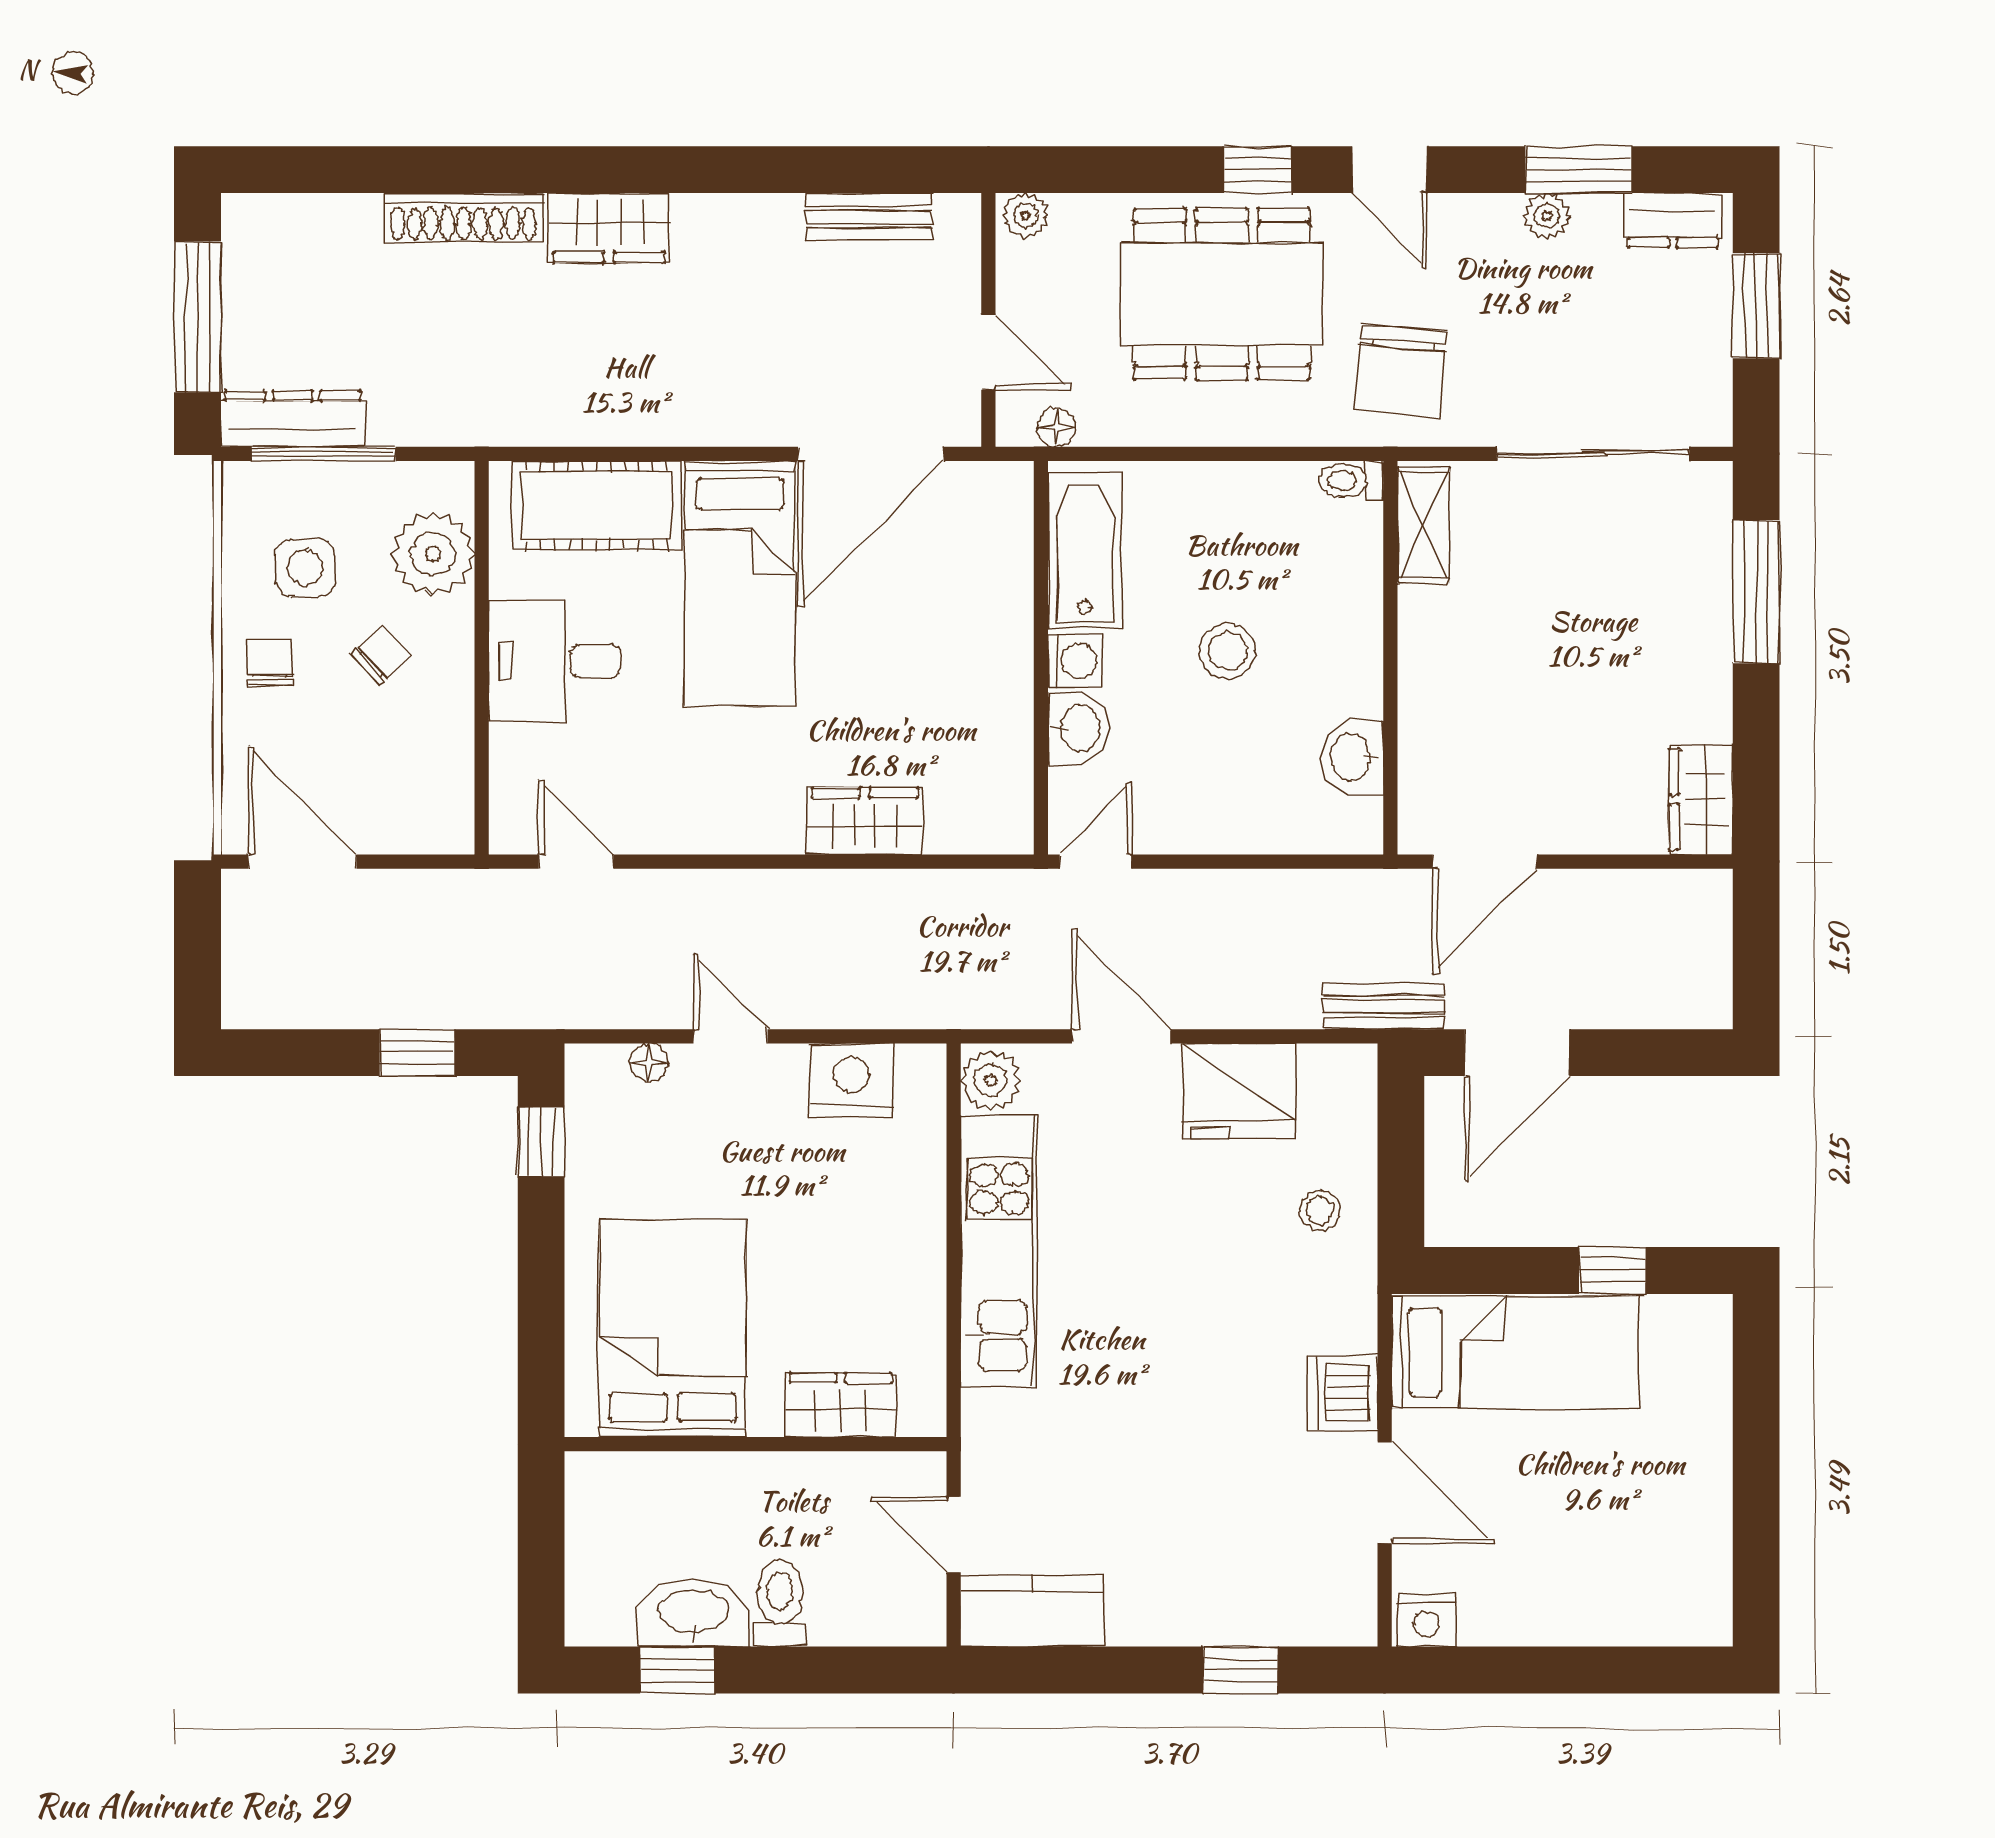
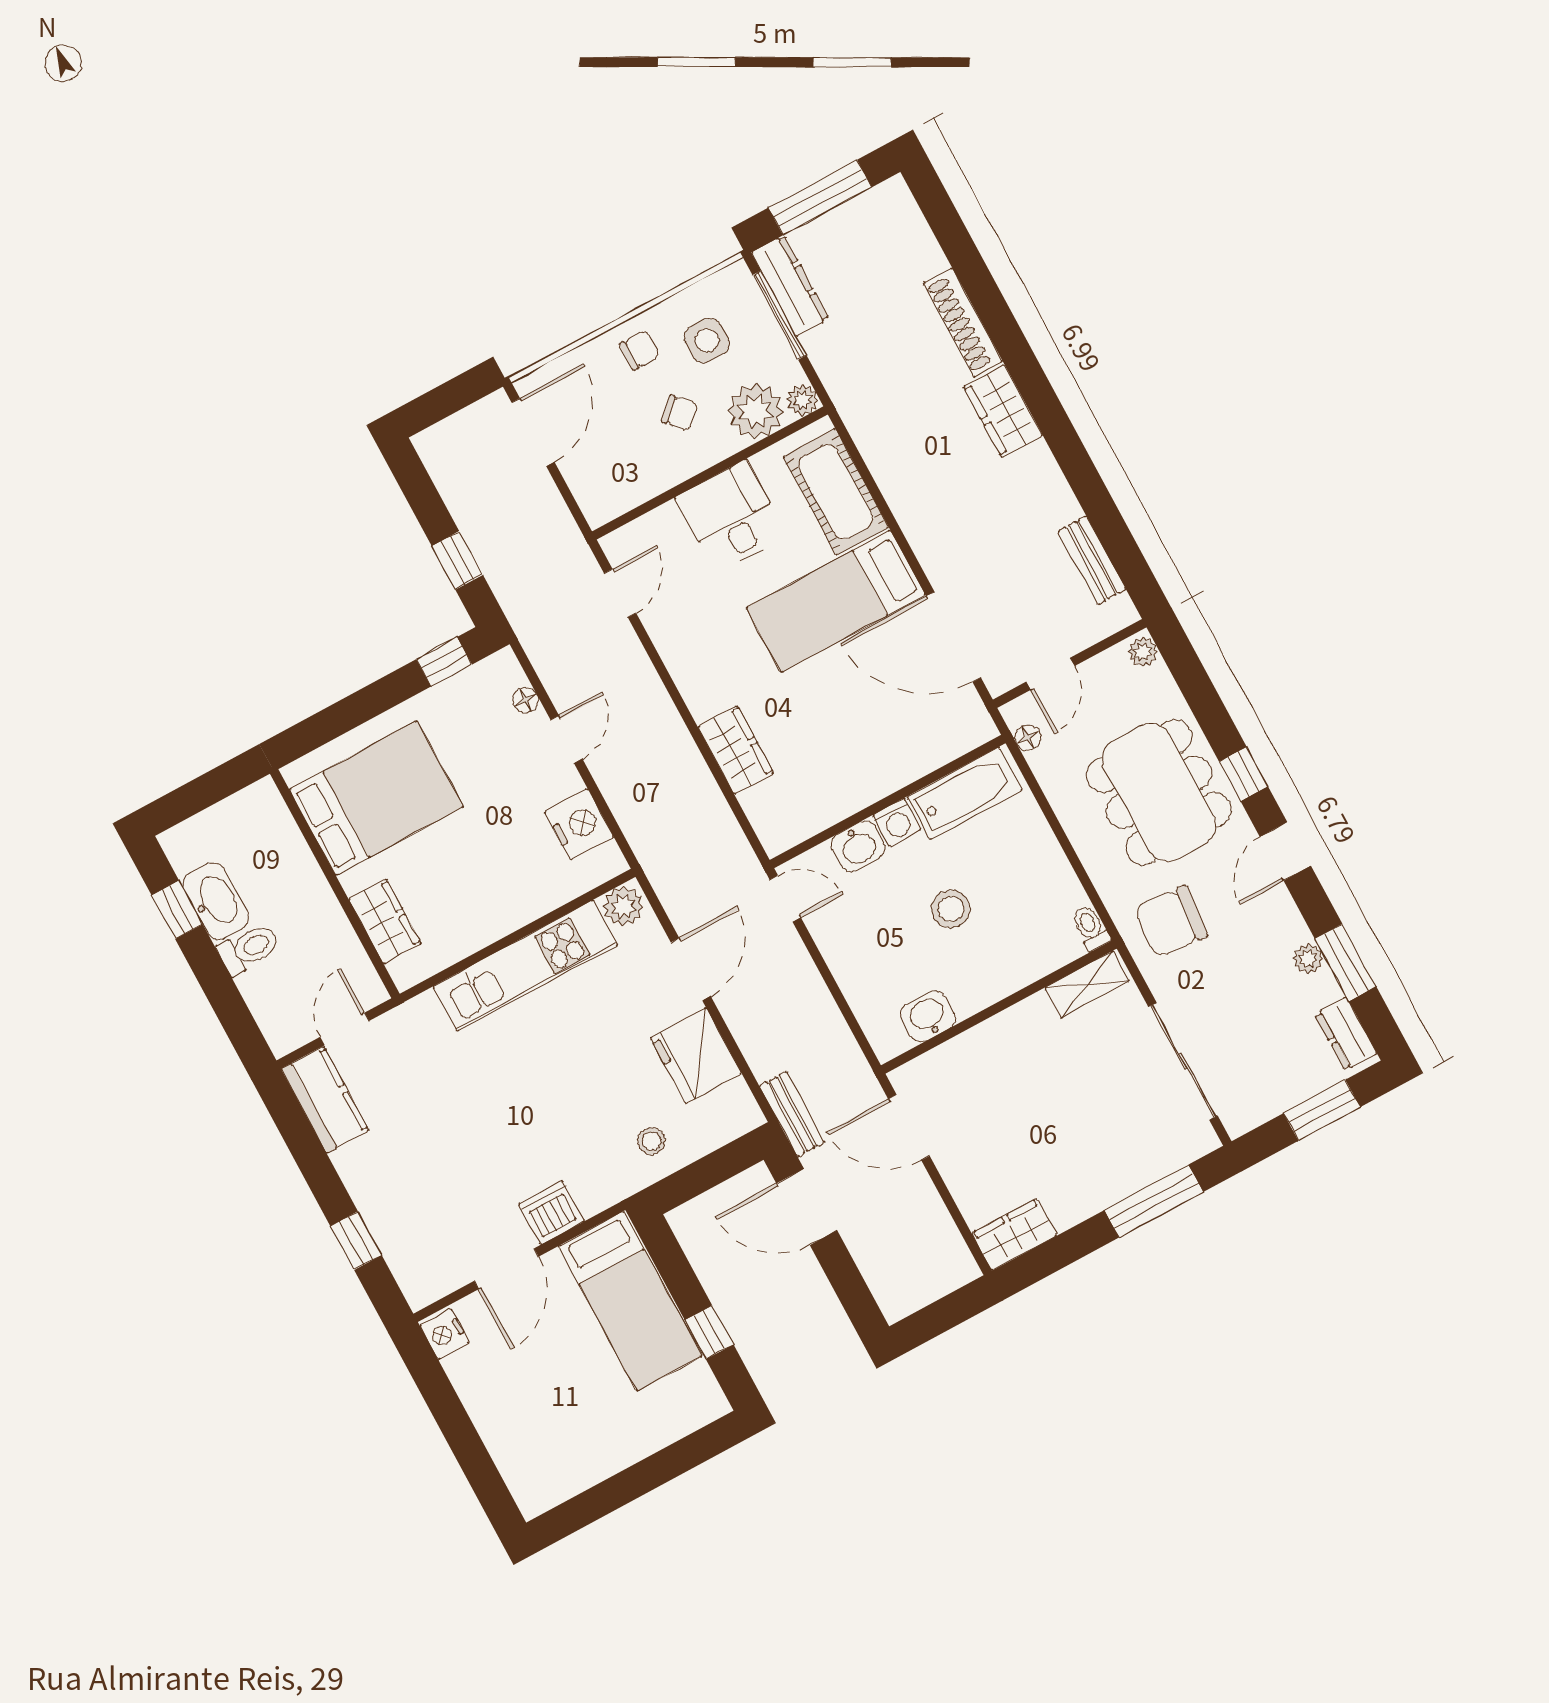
plant: (452, 484) -> (803, 400), added

